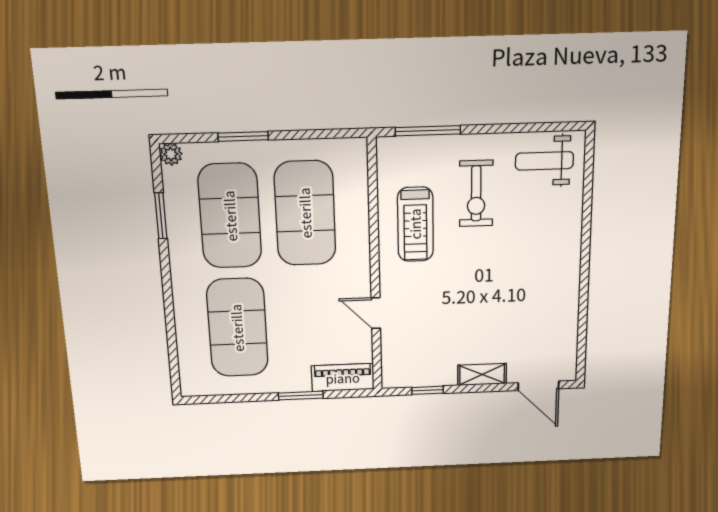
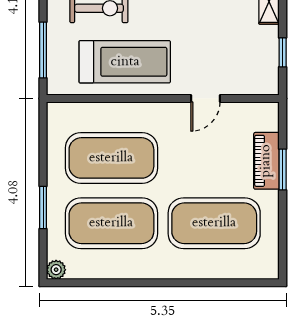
window: (161, 216) -> (109, 283), removed
treadmill: (415, 224) -> (125, 62), width x1.37, depth x1.38
piano: (343, 378) -> (266, 161), moved

